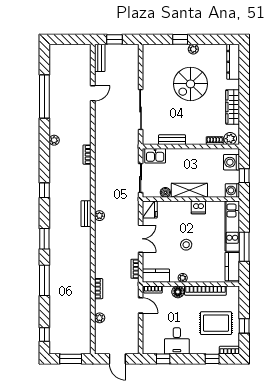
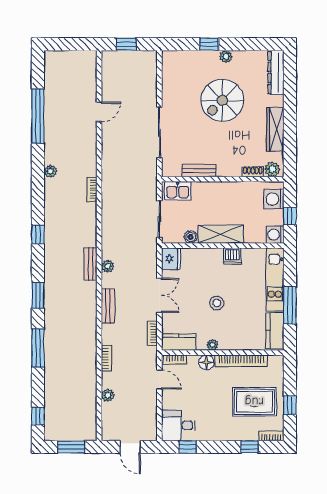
bench: (100, 58) -> (108, 306), moved
desk: (177, 341) -> (178, 425), moved, turned 90

